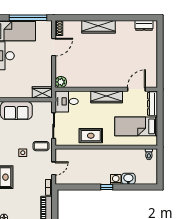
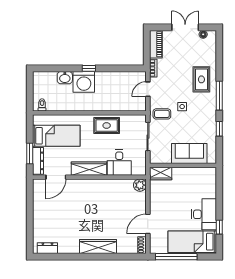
desk: (67, 101) -> (119, 163), moved, turned 90
window: (160, 110) -> (30, 153), added
washing machine: (116, 179) -> (84, 82), width x1.89, depth x1.89

